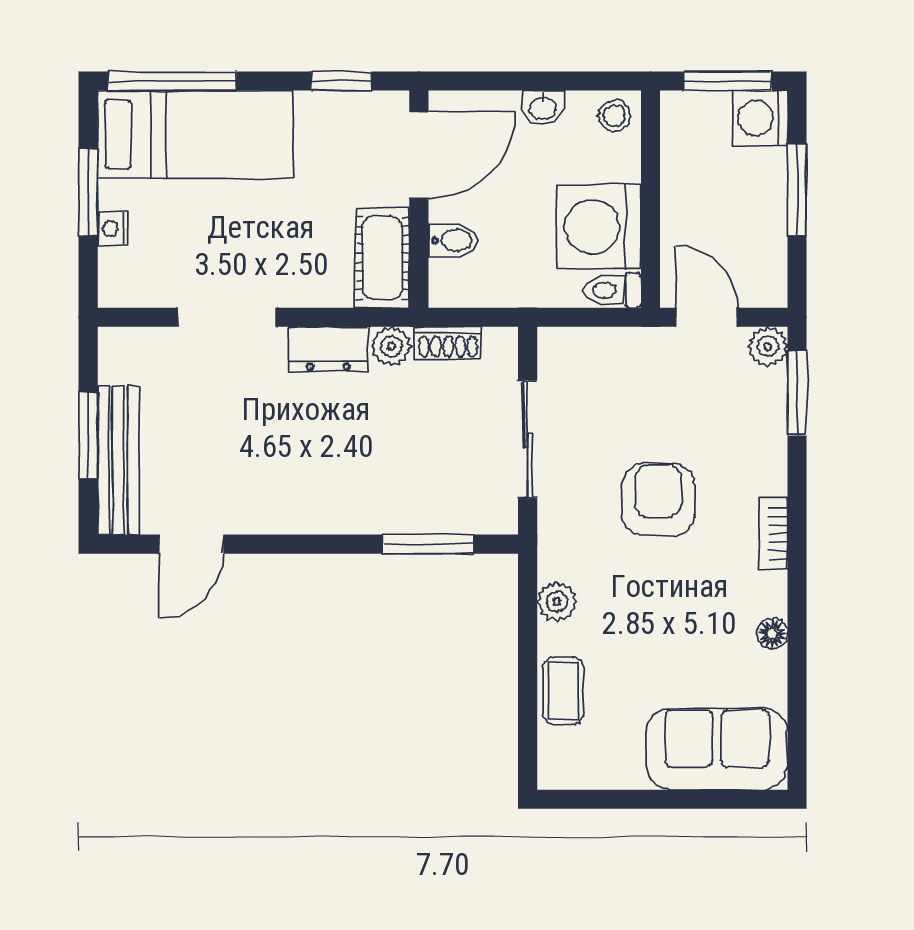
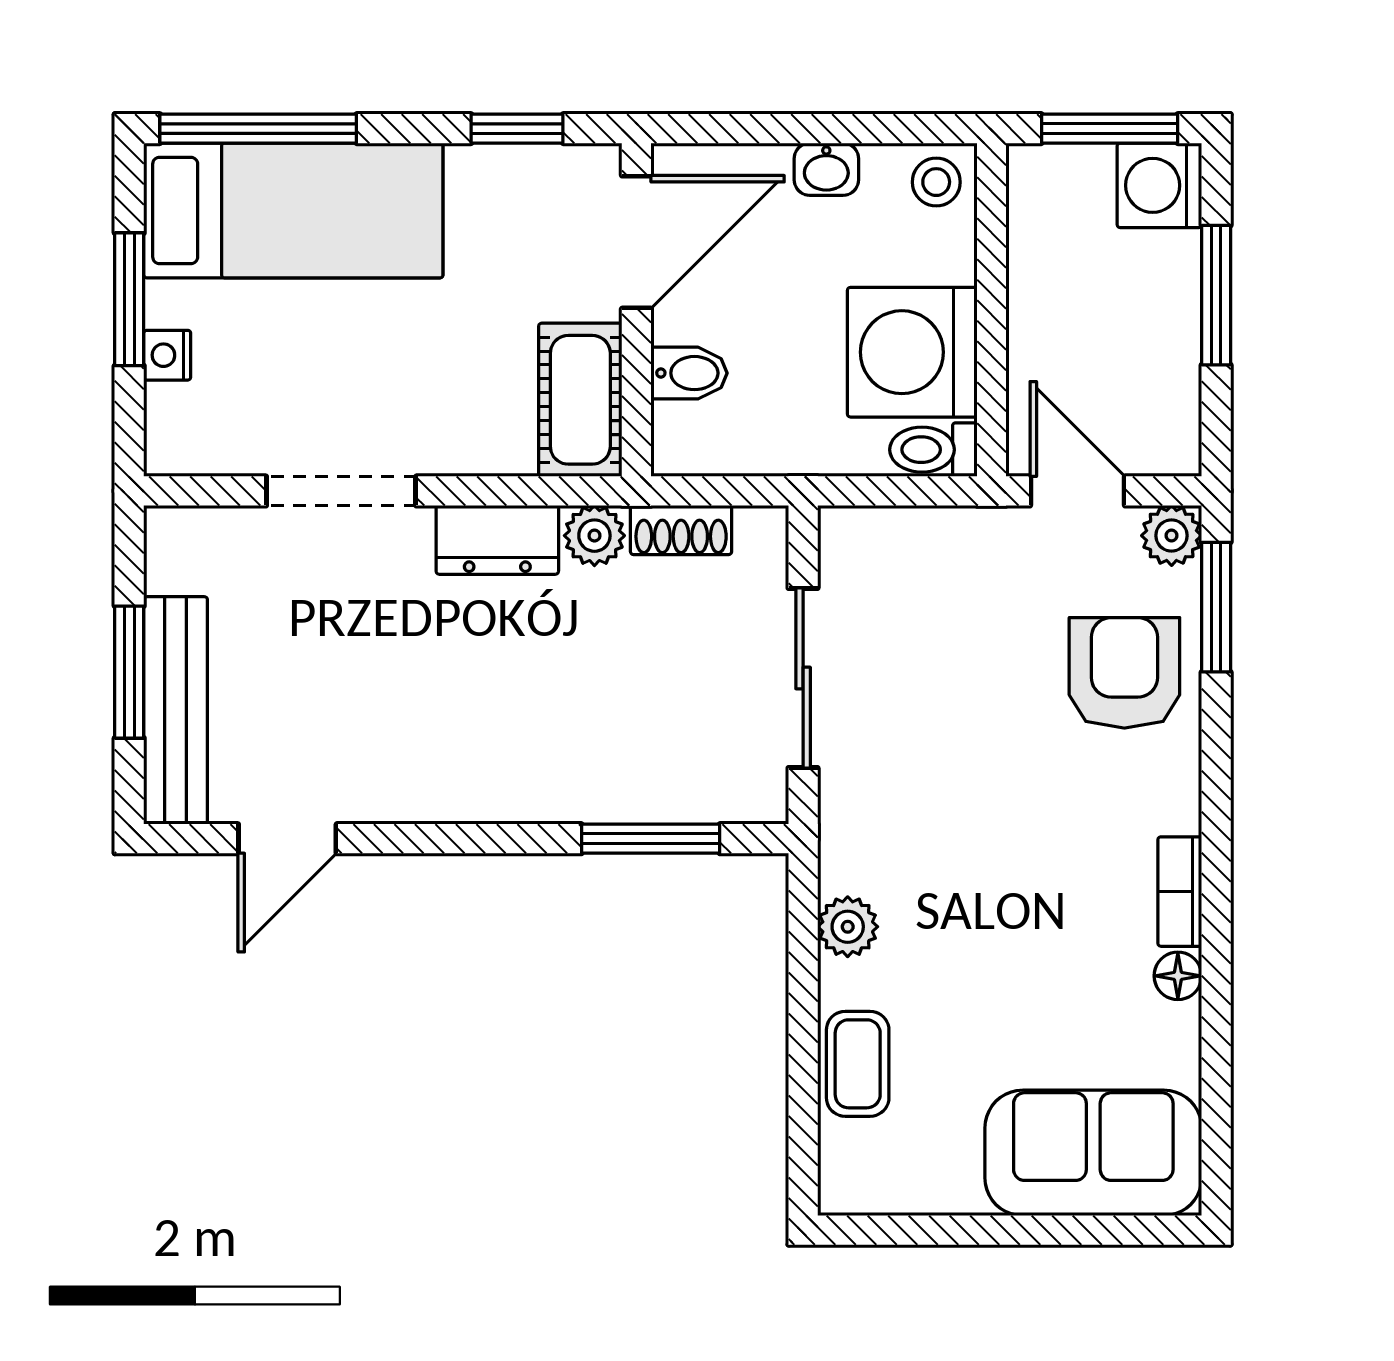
armchair: (658, 500) -> (1124, 673), moved
bookcase: (773, 534) -> (1180, 892), moved

